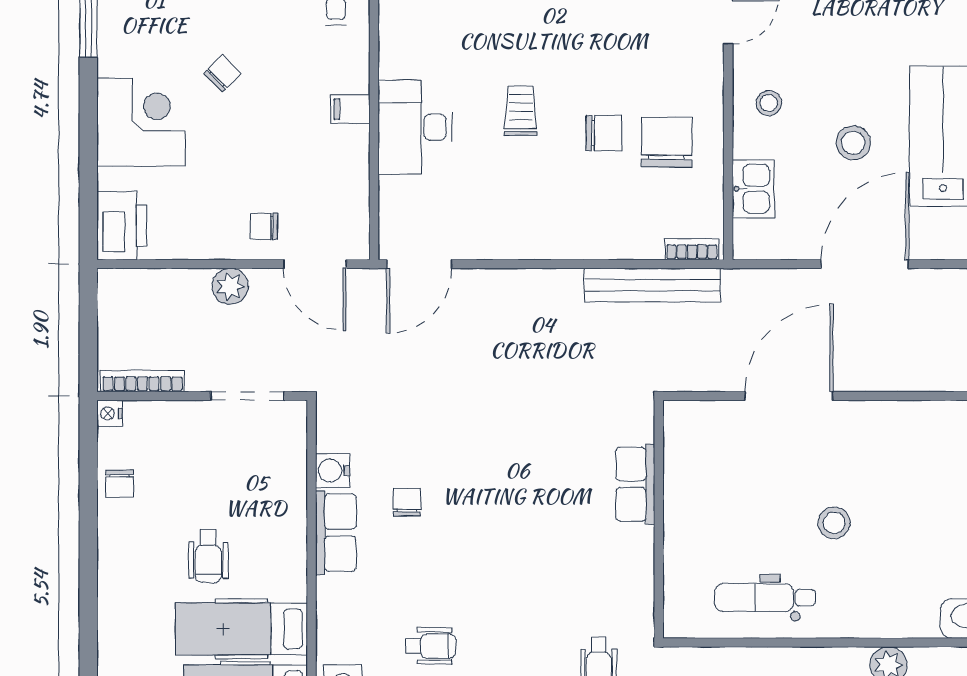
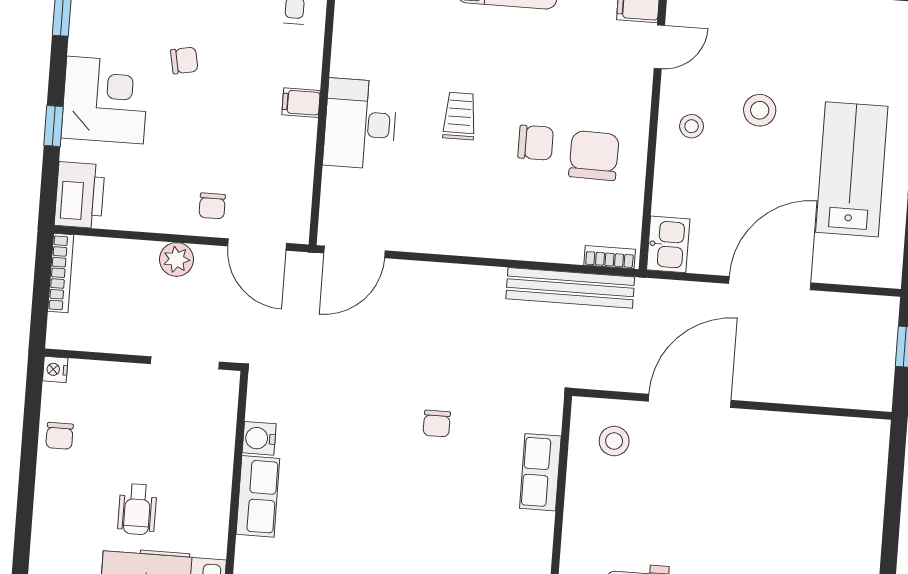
chair: (222, 74) -> (184, 60), turned 34
stool: (853, 143) -> (760, 110), moved
window: (88, 154) -> (54, 126), added
kitchen sink: (753, 189) -> (668, 244), moved
chair: (264, 226) -> (212, 206), turned -90
bookcase: (143, 381) -> (61, 273), moved, turned 90
chair: (407, 502) -> (437, 423), moved, turned 180
stool: (834, 523) -> (614, 441), moved

